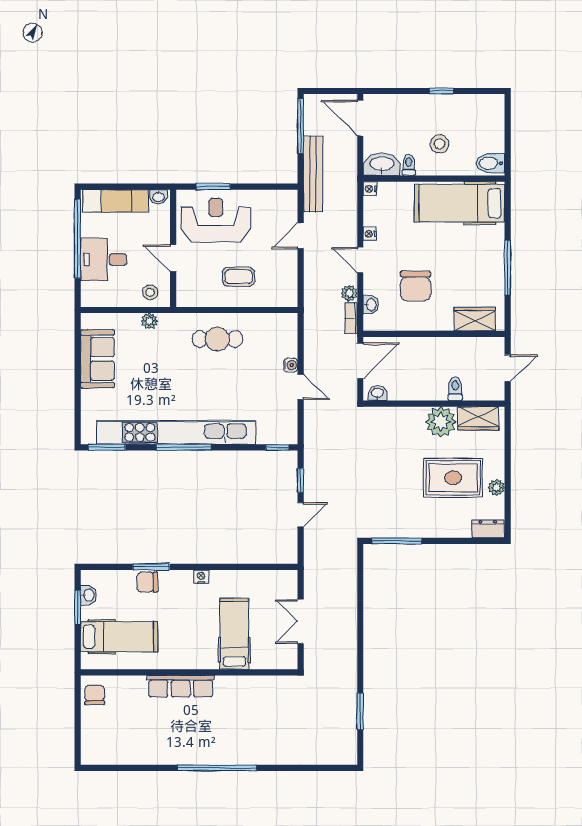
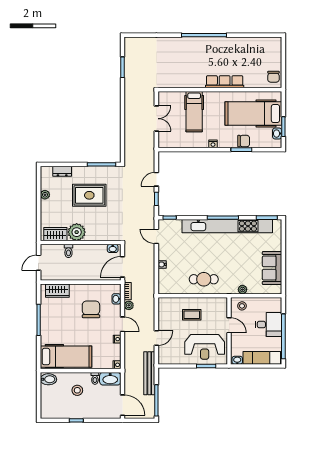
door: (301, 387) -> (156, 236), moved
rug: (453, 478) -> (89, 195), moved
dresser: (488, 529) -> (62, 171), moved
hospital bed: (119, 637) -> (253, 114), width x1.37, depth x1.29

